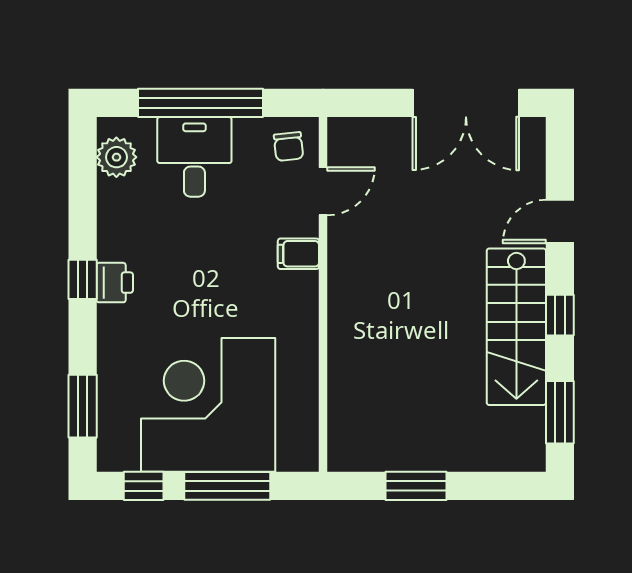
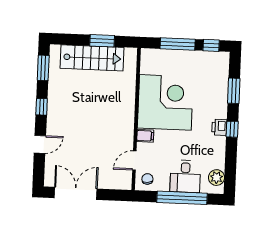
stairs: (516, 327) -> (92, 58), moved, turned 90
corner desk: (208, 405) -> (165, 102), moved, turned -90
window: (83, 406) -> (234, 91), moved

